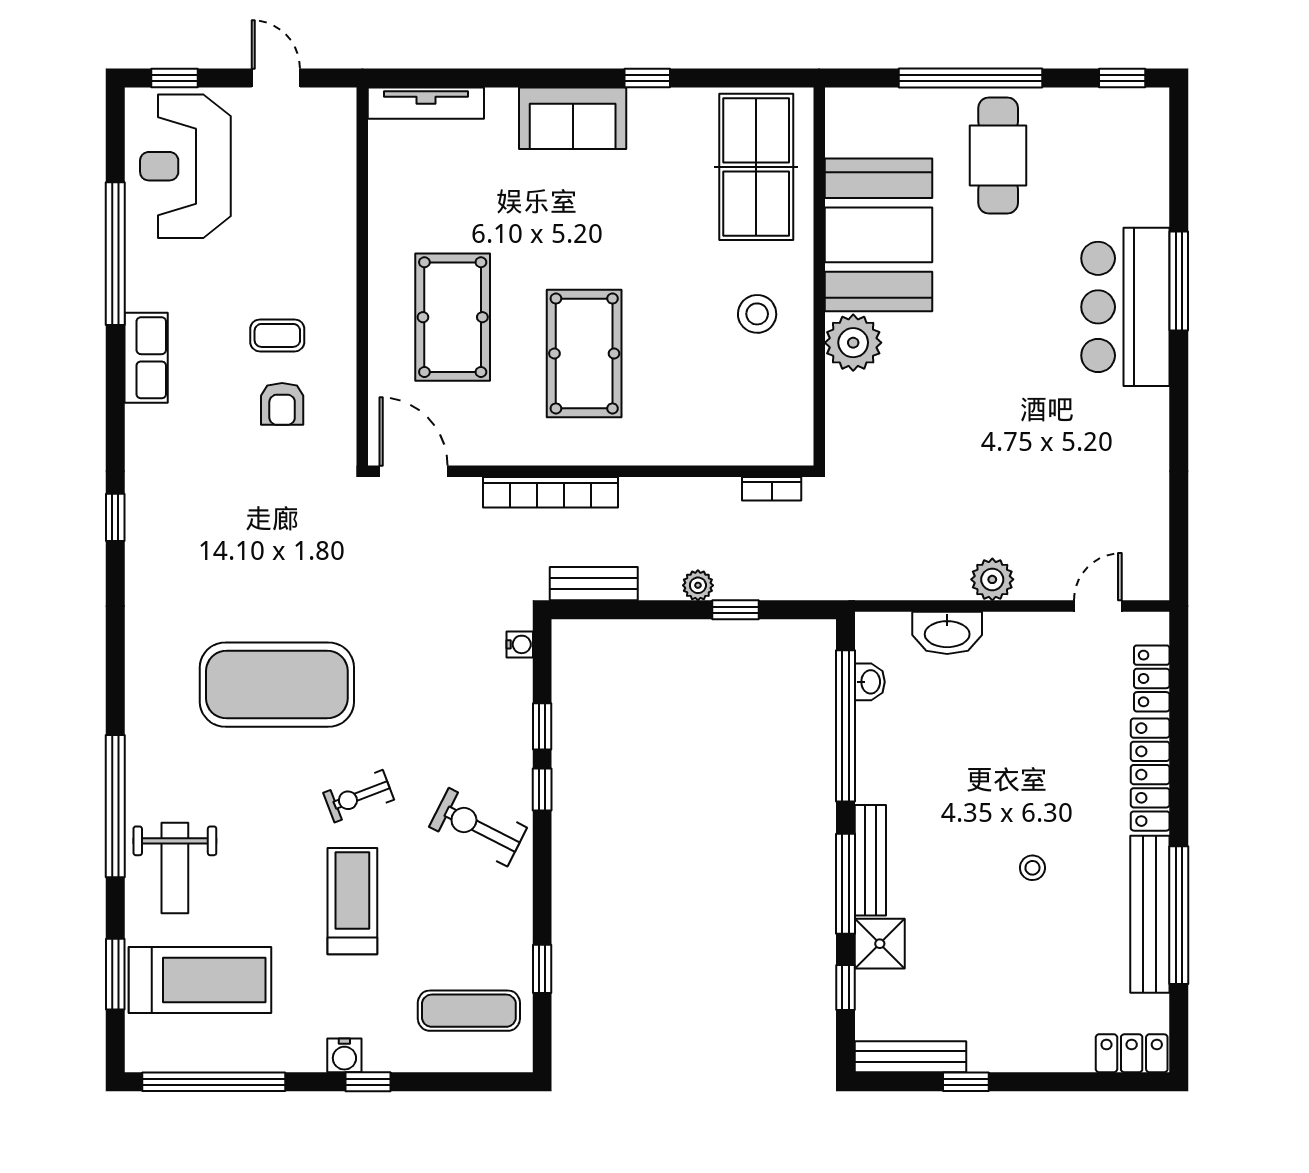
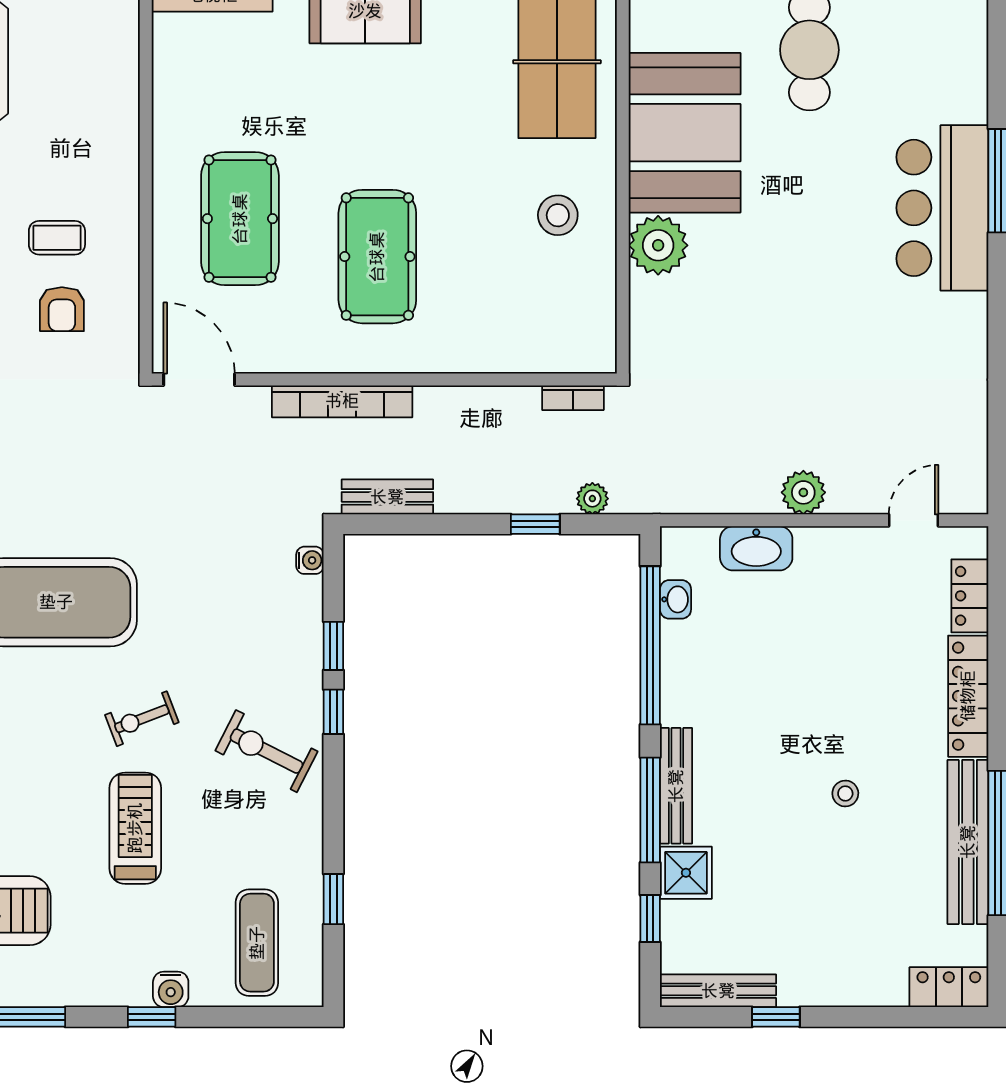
plant: (698, 585) -> (592, 499), moved
exercise mat: (469, 1011) -> (257, 943), turned 90
water cooler: (344, 1055) -> (171, 989), moved

